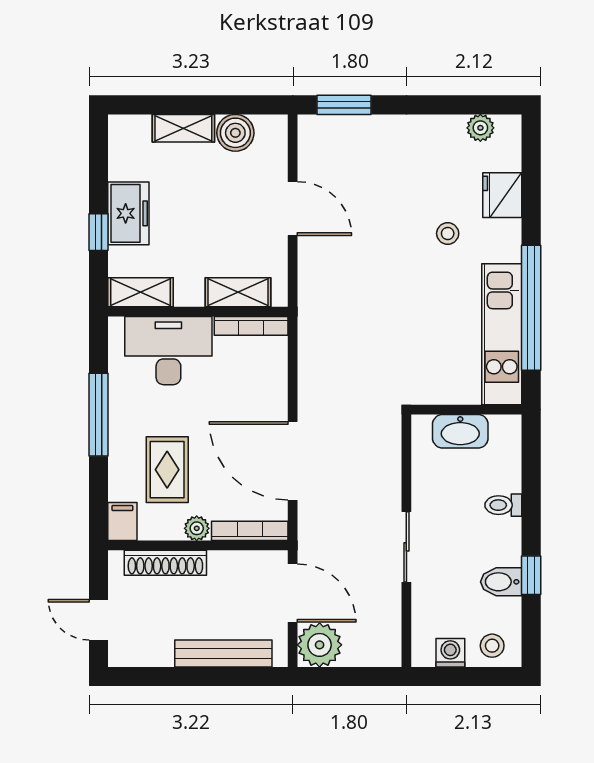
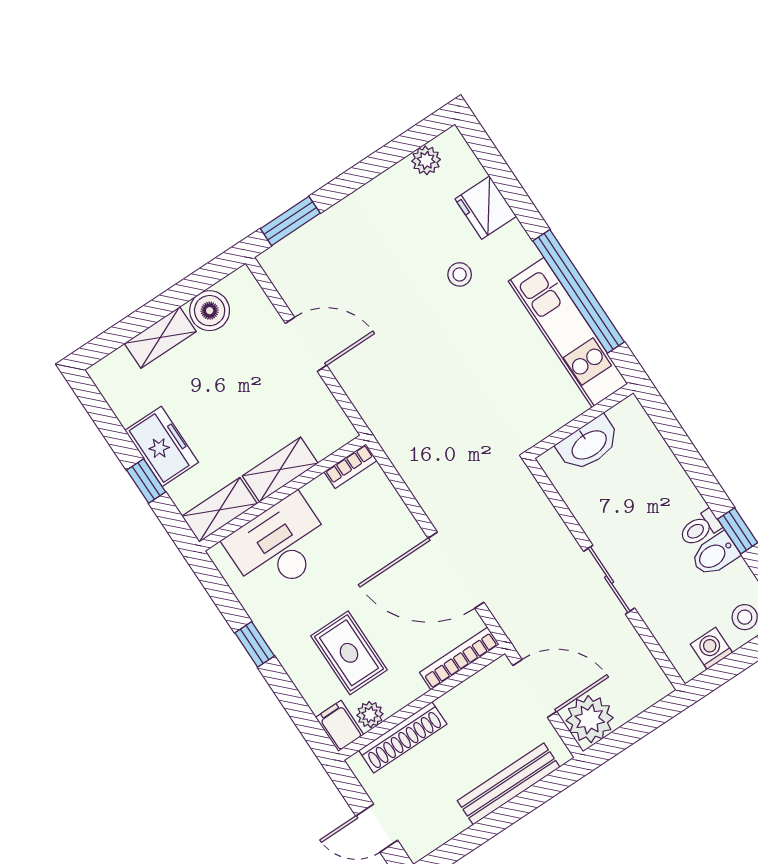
shelving: (238, 292) -> (280, 469), moved
bookcase: (251, 326) -> (350, 466), width x0.64
window: (98, 415) -> (255, 644), width x0.46
toilet: (503, 505) -> (700, 528), moved
plant: (197, 528) -> (370, 715), moved

